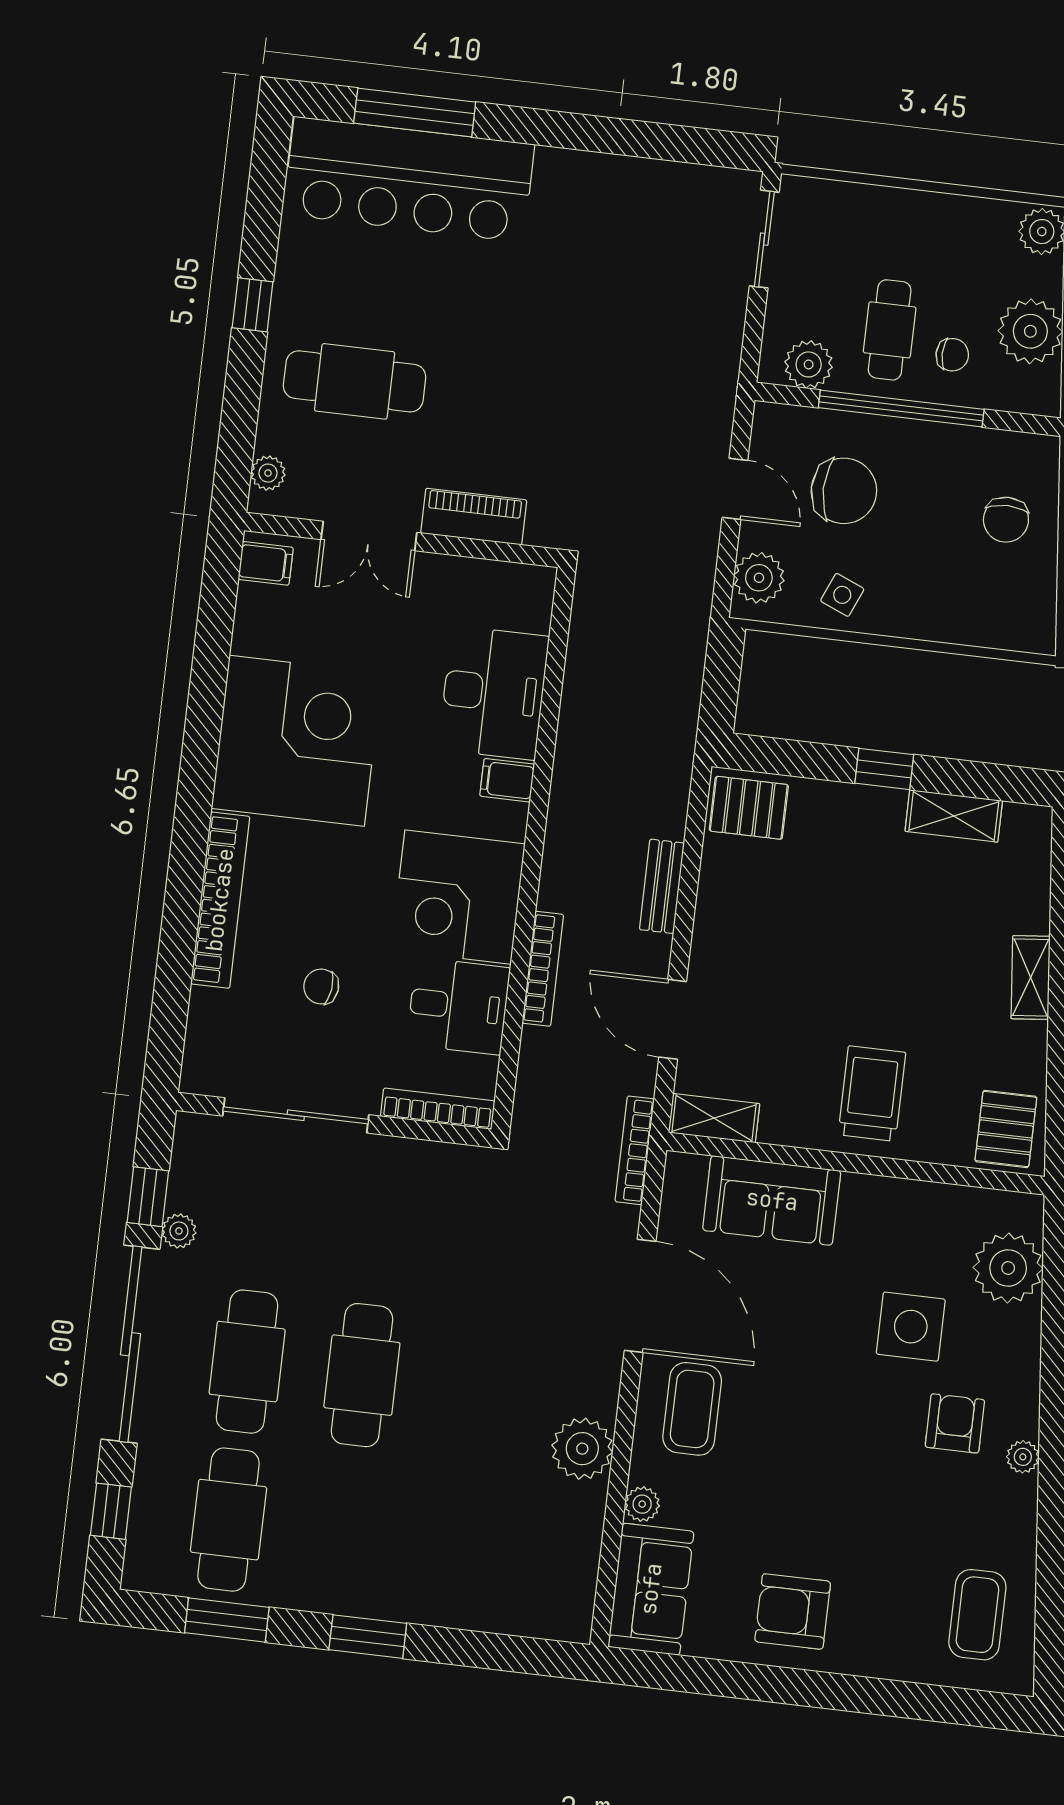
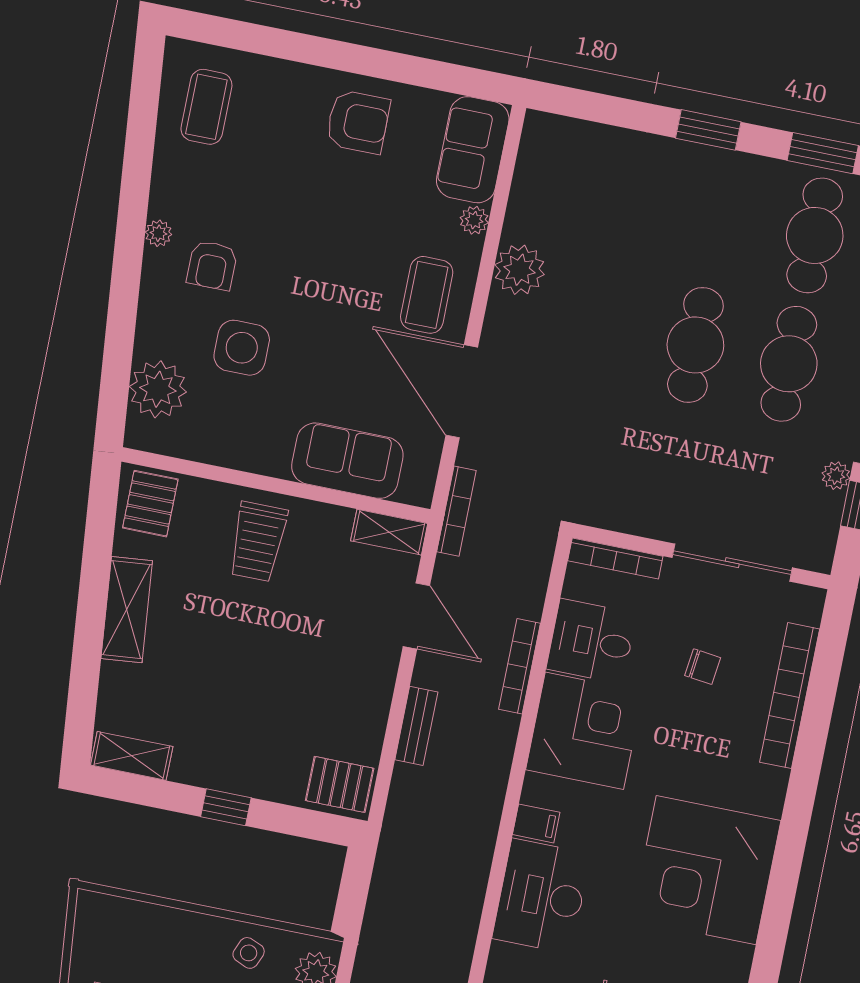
shelving: (954, 816) -> (132, 756), moved
bookcase: (220, 900) -> (790, 696), moved
shelving: (1031, 978) -> (127, 610), width x1.50, depth x1.33

